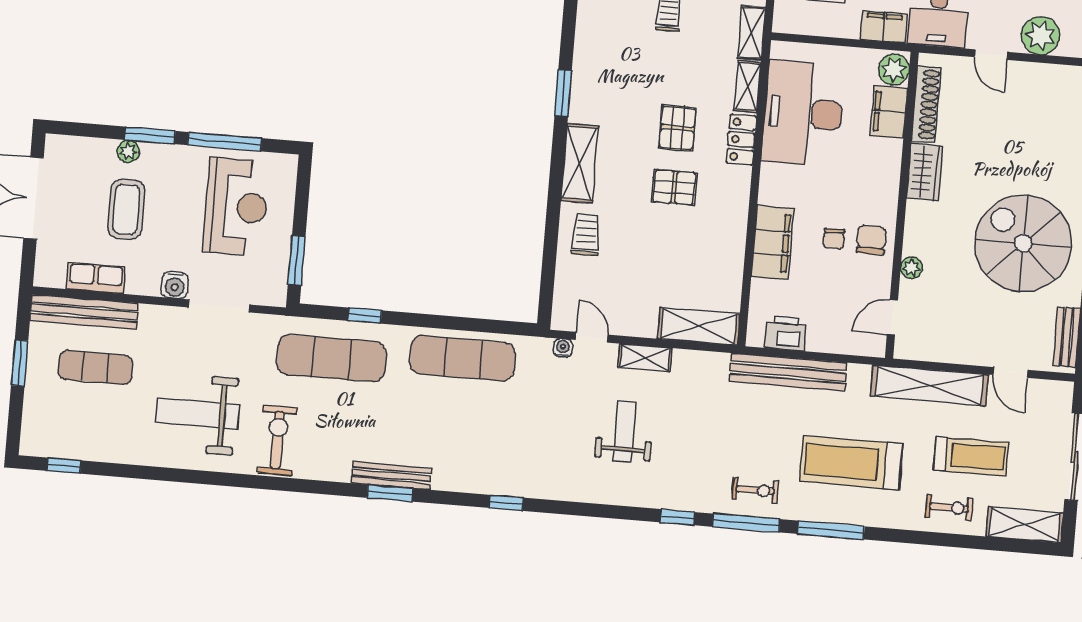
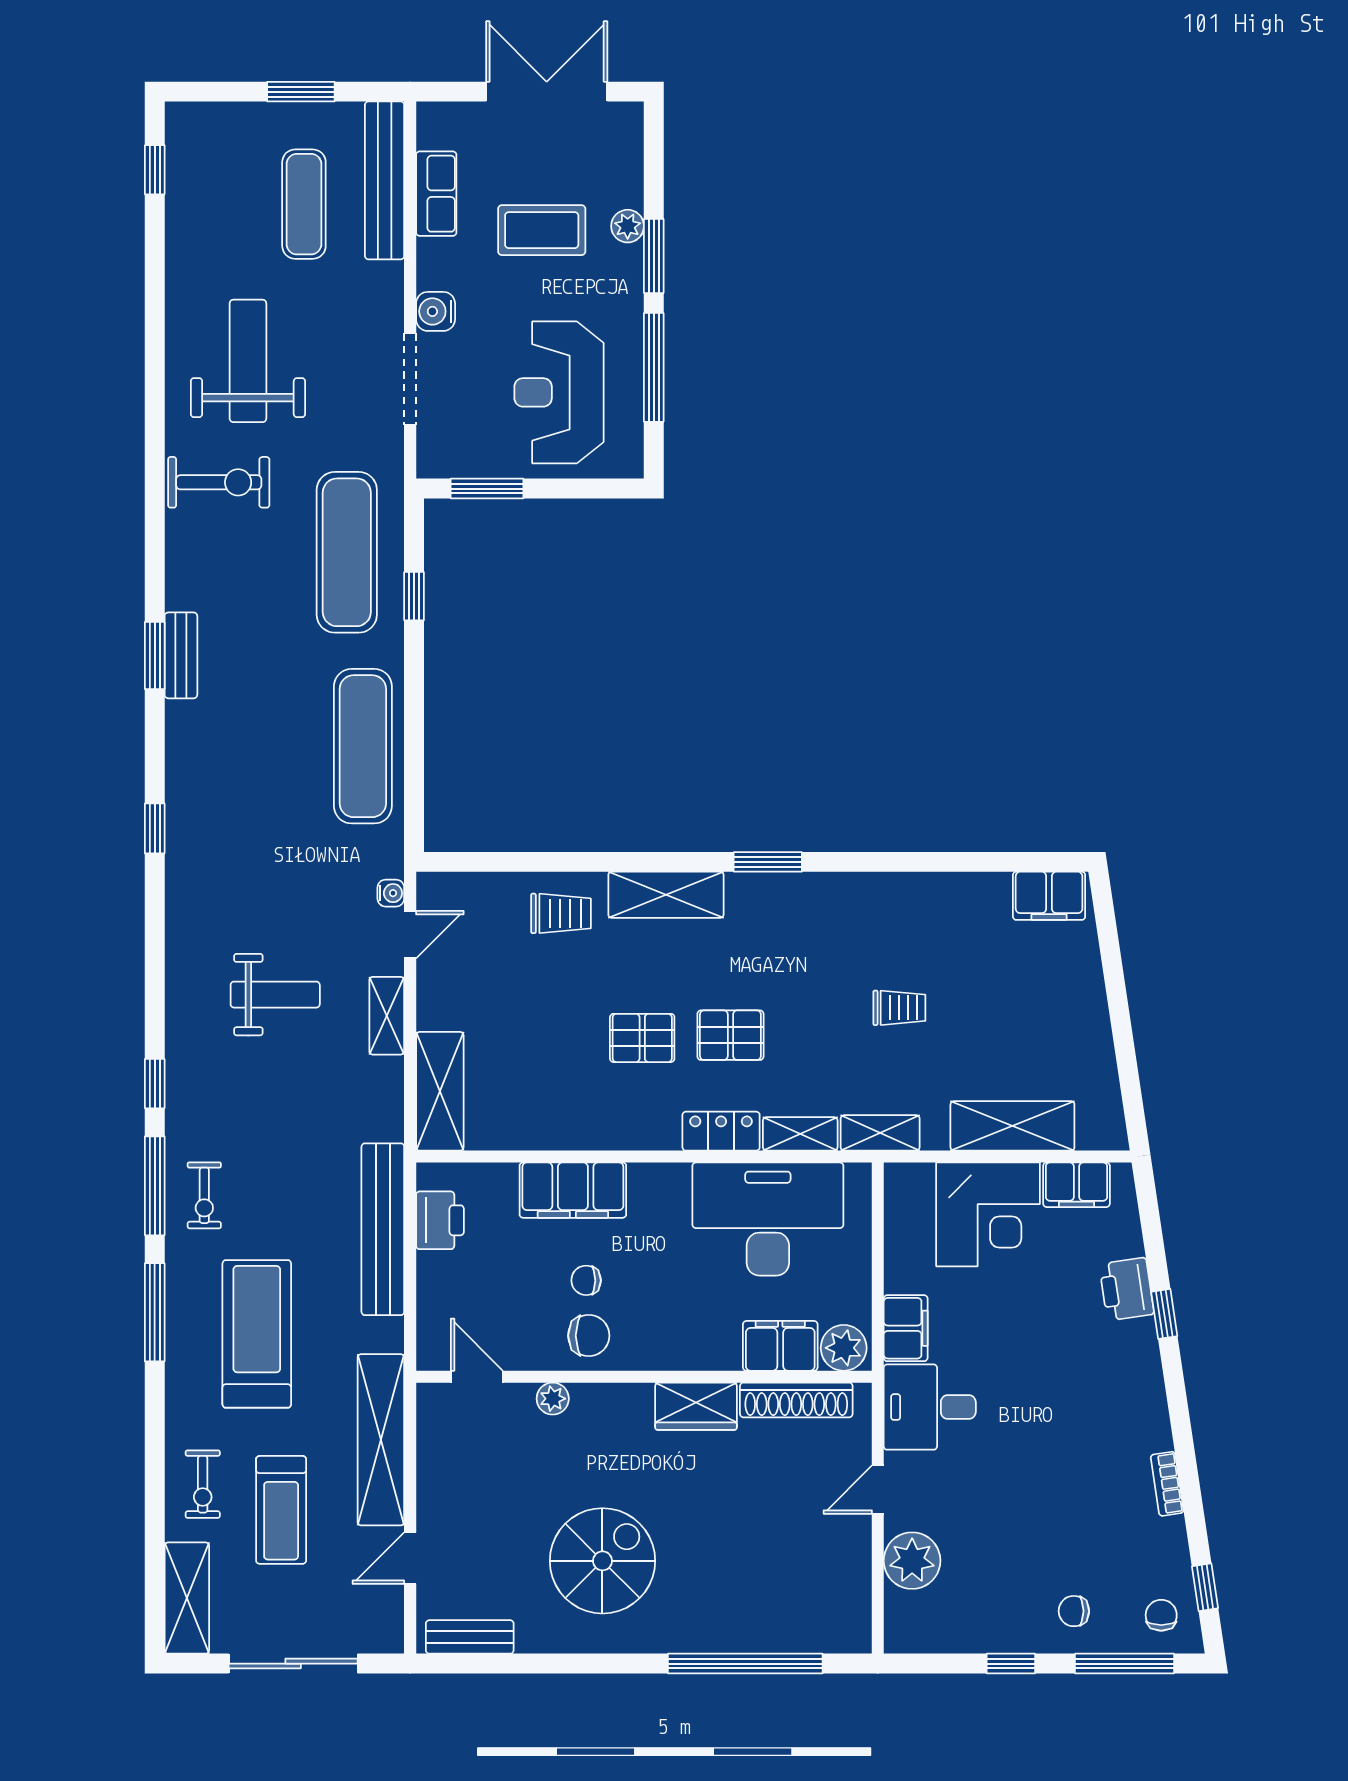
pallet: (674, 187) -> (642, 1038), turned 90
reception desk: (236, 207) -> (559, 392), turned 90
spiral stairs: (1023, 243) -> (602, 1561), width x0.73, depth x0.73
bench: (391, 475) -> (181, 655), width x0.73

